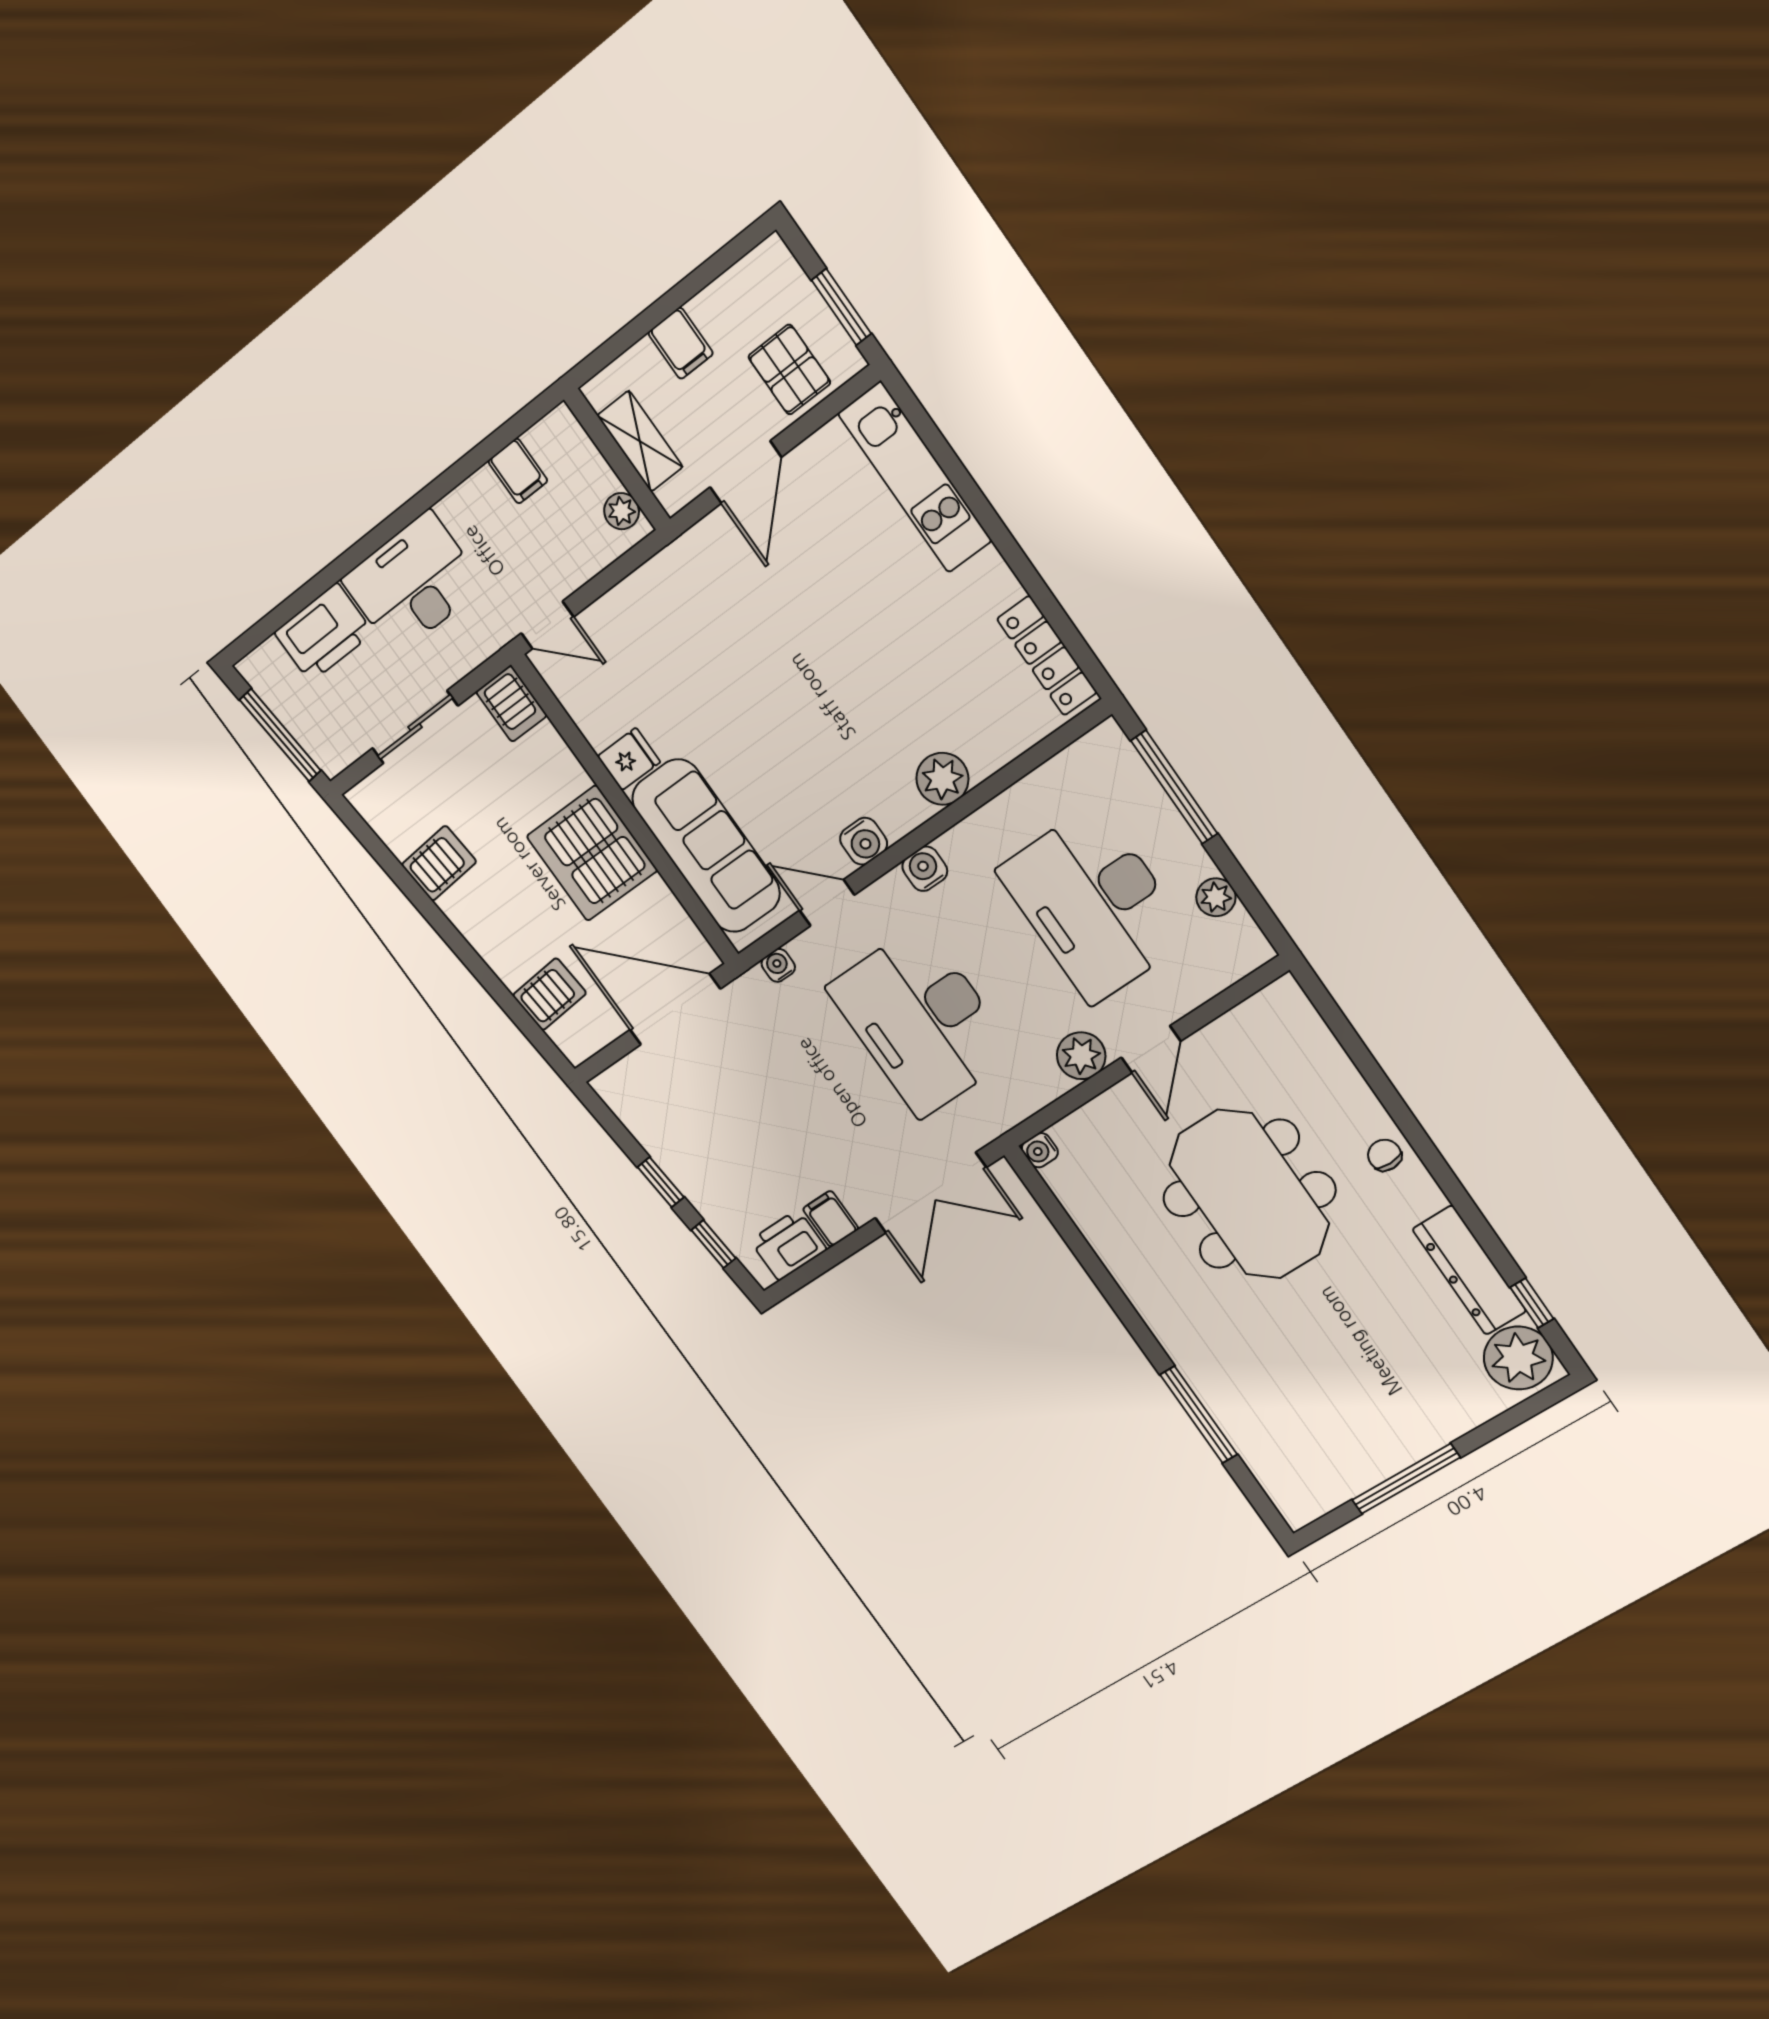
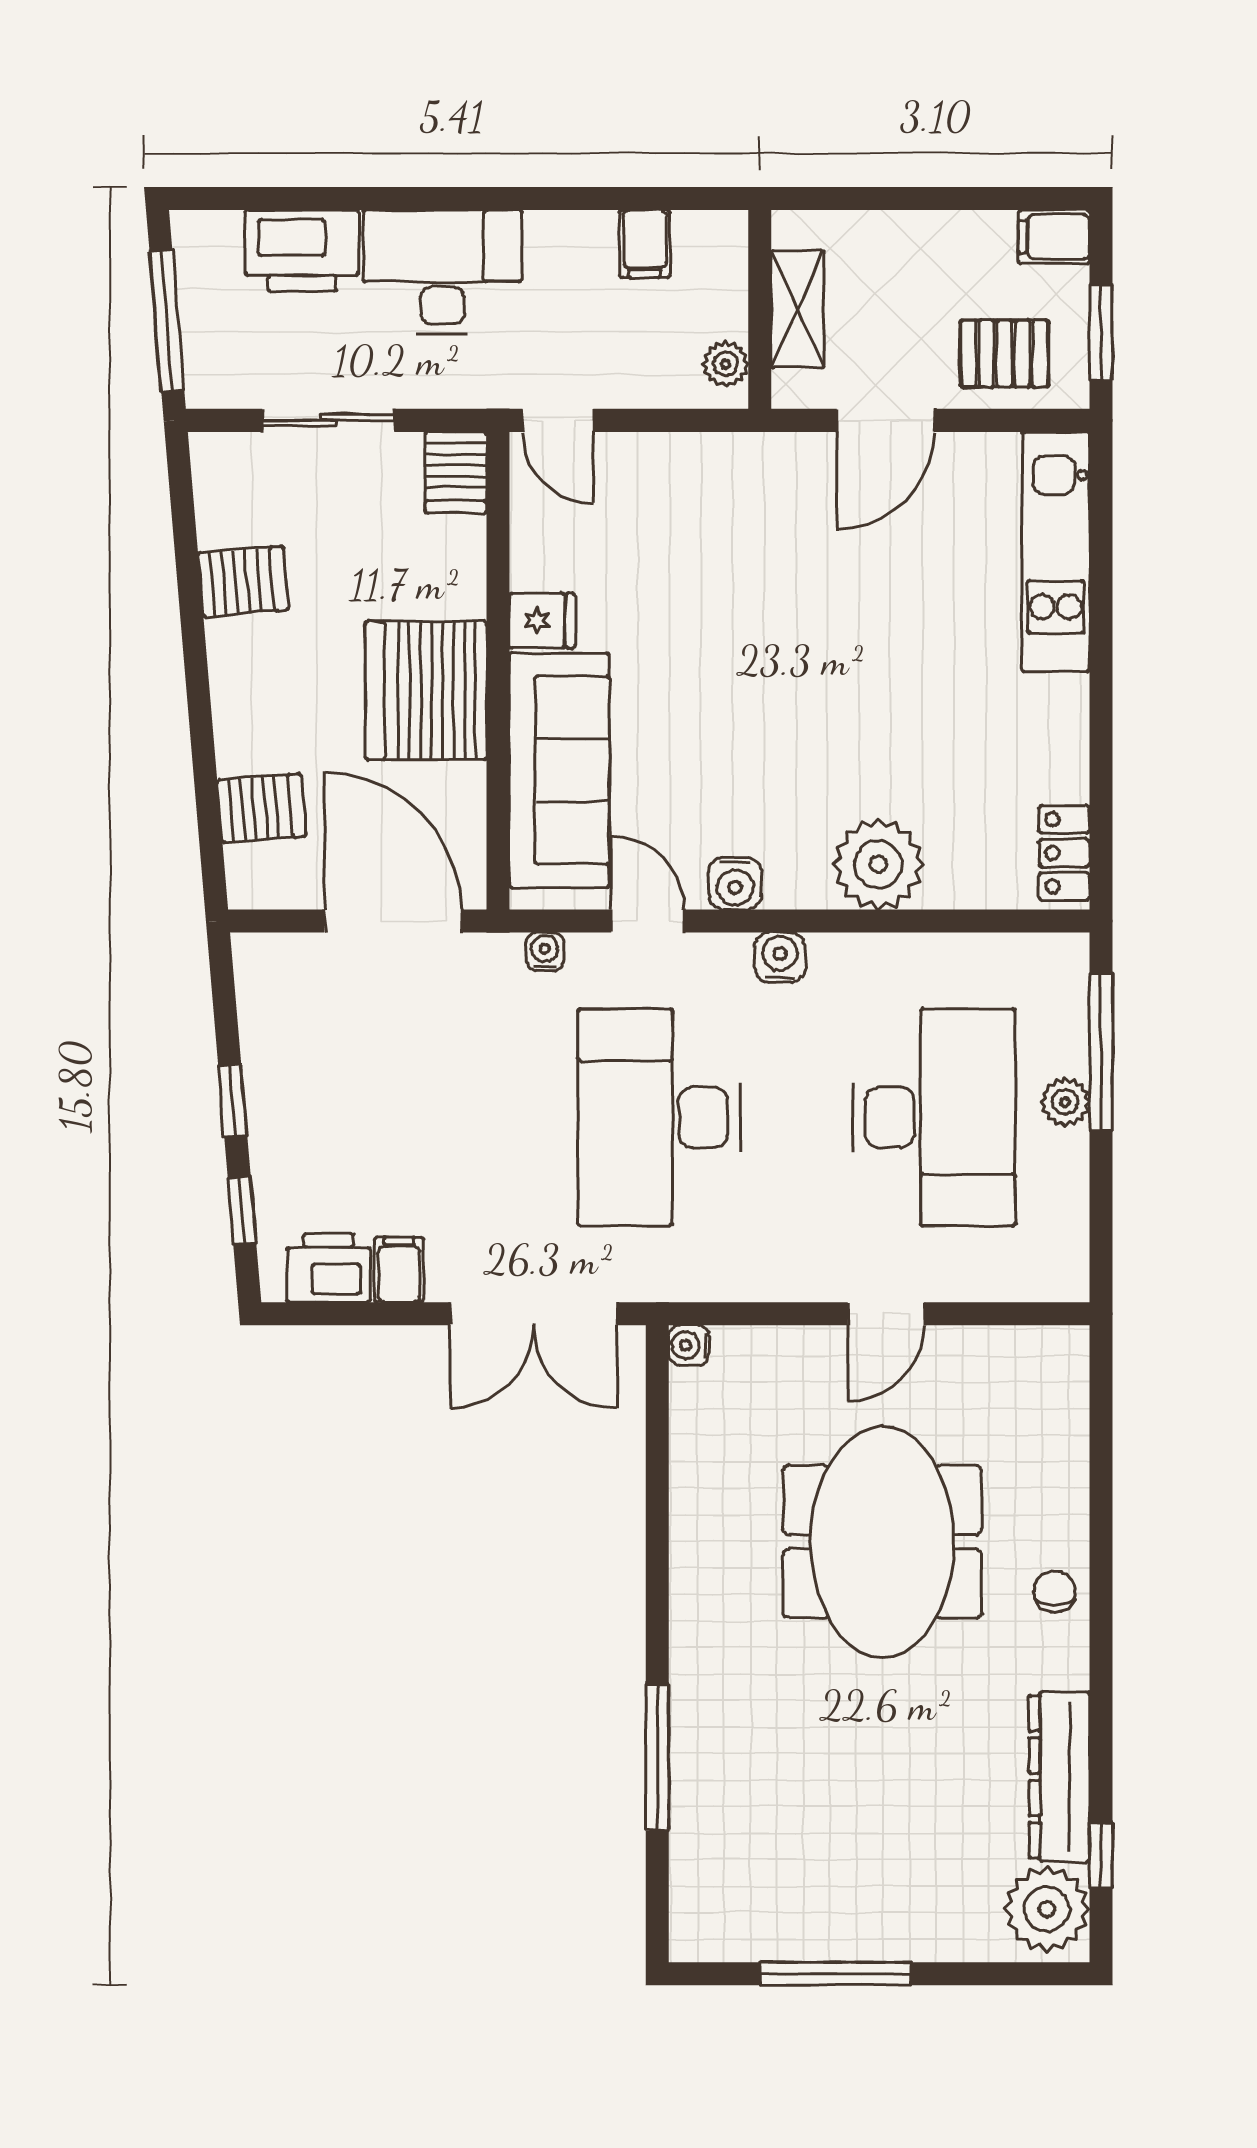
filing cabinet: (681, 343) -> (1054, 237), moved, turned 90
pallet: (789, 370) -> (1004, 353), turned 90
locker: (1047, 656) -> (1064, 853), width x0.66
plant: (942, 779) -> (878, 864), width x1.36, depth x1.36
plant: (1216, 897) -> (1065, 1102), moved
desk: (1094, 904) -> (934, 1117), turned 180
plant: (1081, 1056) -> (806, 1271), removed

